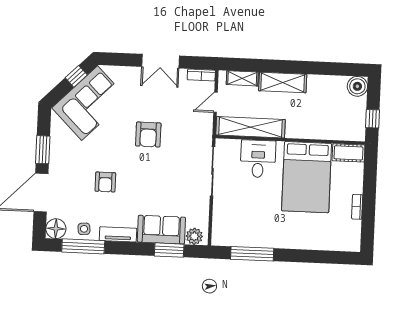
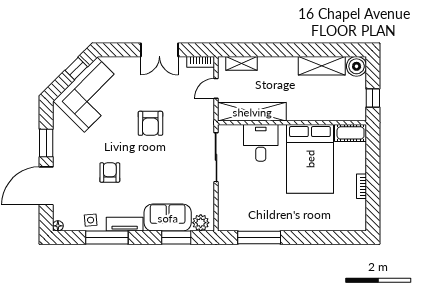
shelving: (283, 82) -> (322, 66), moved
armchair: (105, 182) -> (110, 172), turned 180
floor lamp: (56, 229) -> (58, 226), width x0.53, depth x0.53
window: (83, 246) -> (107, 238), moved

